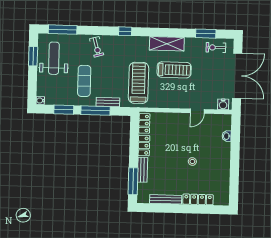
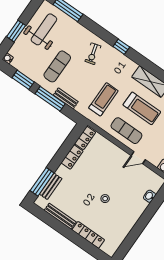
exercise bike: (97, 47) -> (93, 54), moved
window: (33, 56) -> (16, 31), moved
treadmill: (139, 83) -> (103, 99), width x0.73, depth x0.73
exercise mat: (174, 96) -> (126, 131), added
bench: (143, 170) -> (51, 186), moved

